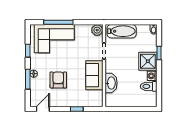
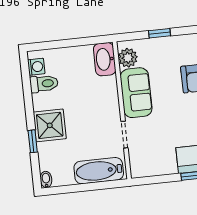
plant: (97, 30) -> (128, 58), moved
washing machine: (152, 76) -> (36, 67), moved
washbasin: (111, 83) -> (105, 59), moved

